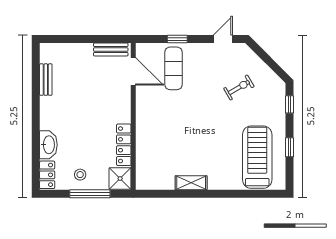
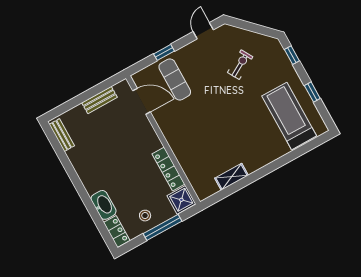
bench: (111, 49) -> (99, 100), moved
bench: (46, 80) -> (62, 135), moved
shelving: (191, 183) -> (231, 177), moved

